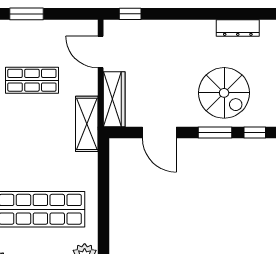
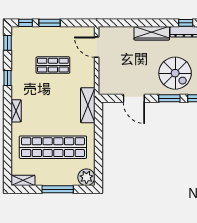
window: (130, 14) -> (186, 23), moved
wardrobe: (114, 99) -> (152, 33), moved, turned 90
shelving: (87, 124) -> (88, 105), moved

